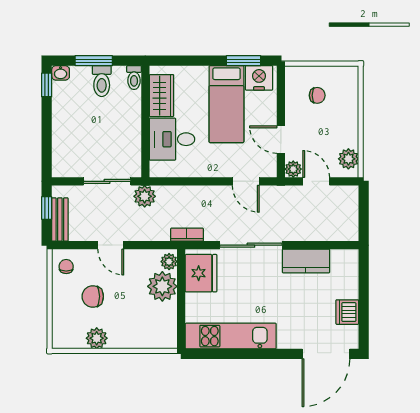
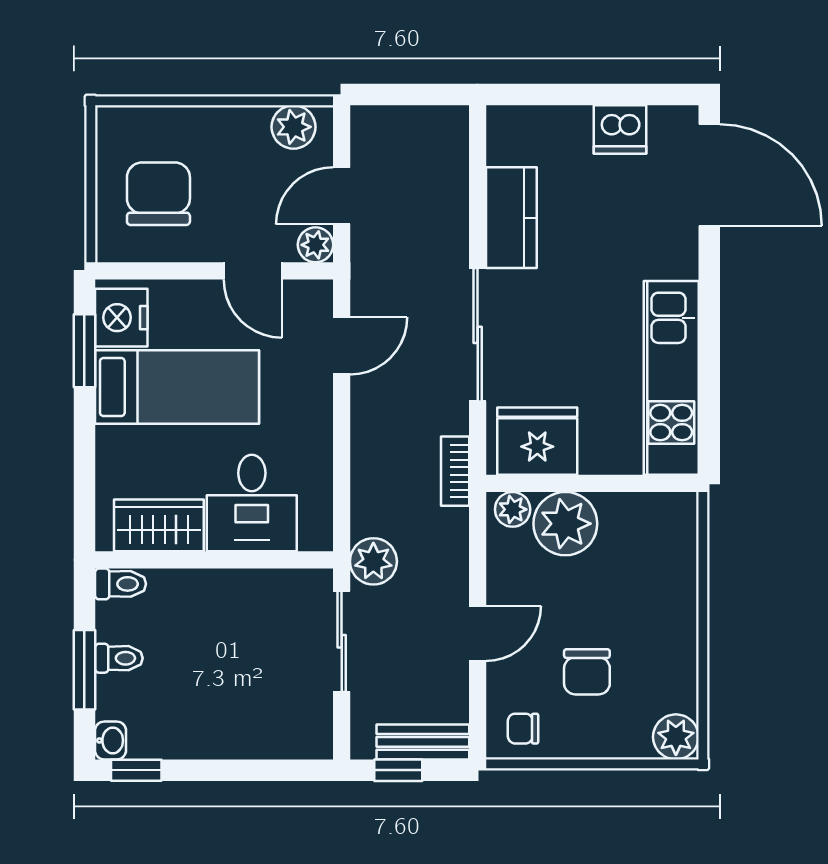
toilet: (102, 81) -> (119, 658), width x0.73, depth x0.72
chair: (317, 95) -> (158, 194), width x1.87, depth x1.87
door: (281, 140) -> (253, 271), hinge flipped
plant: (97, 338) -> (676, 737), moved

